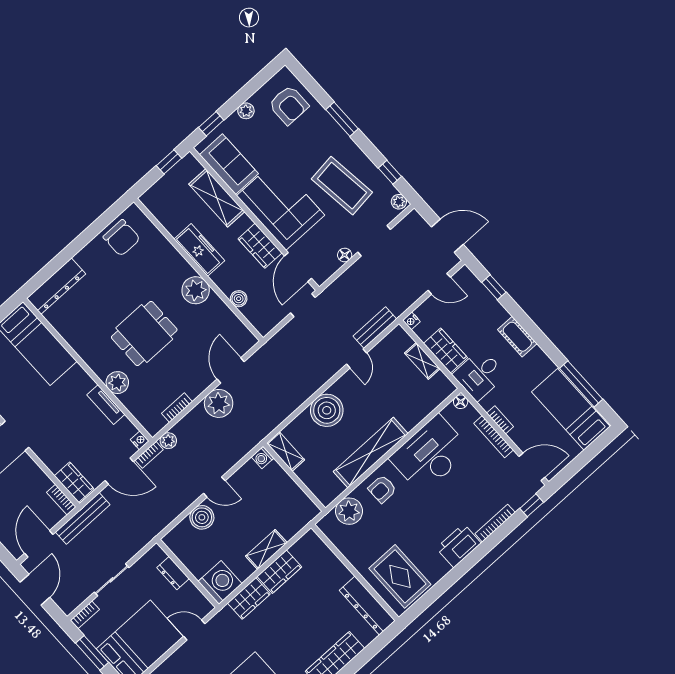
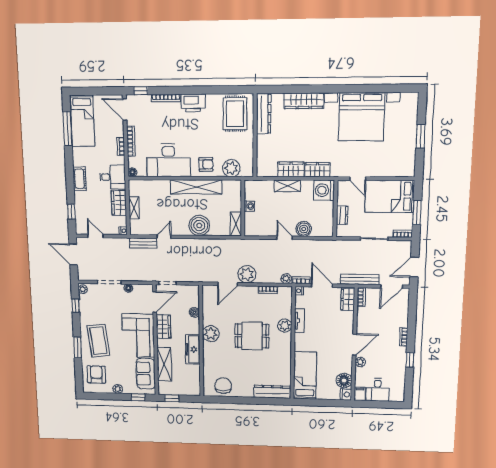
coffee table: (342, 186) -> (98, 341), moved
washing machine: (262, 457) -> (249, 206), moved

